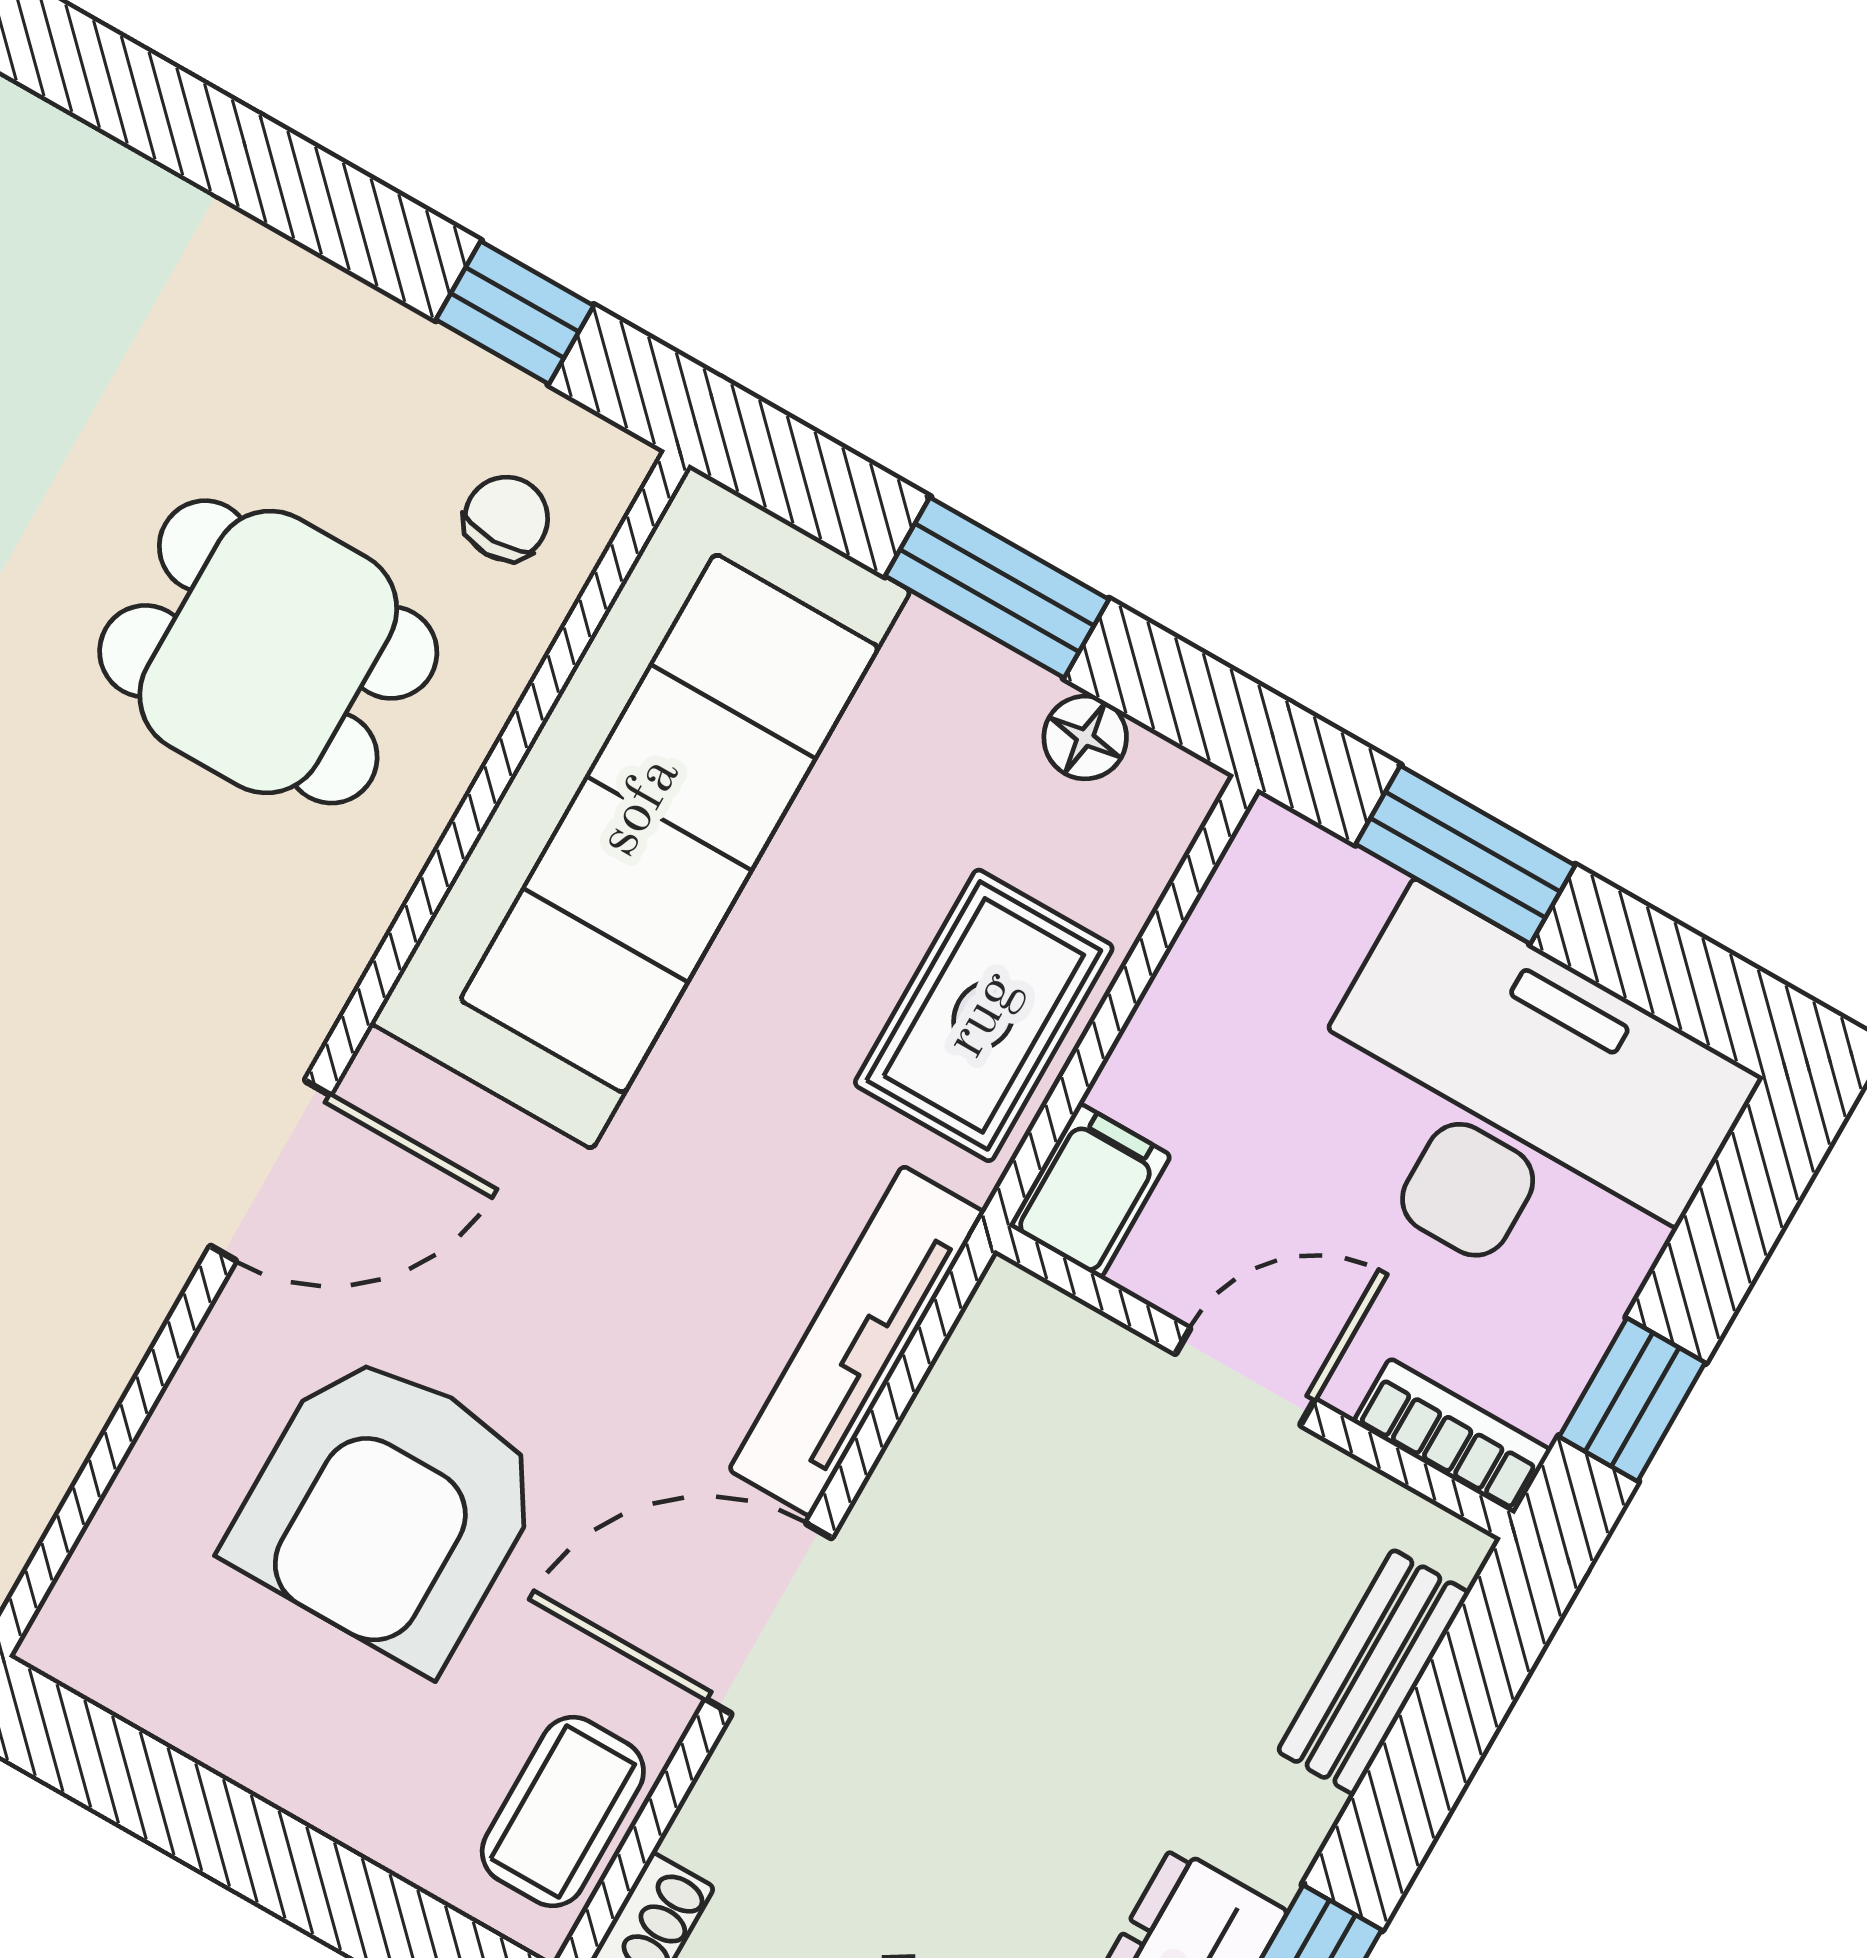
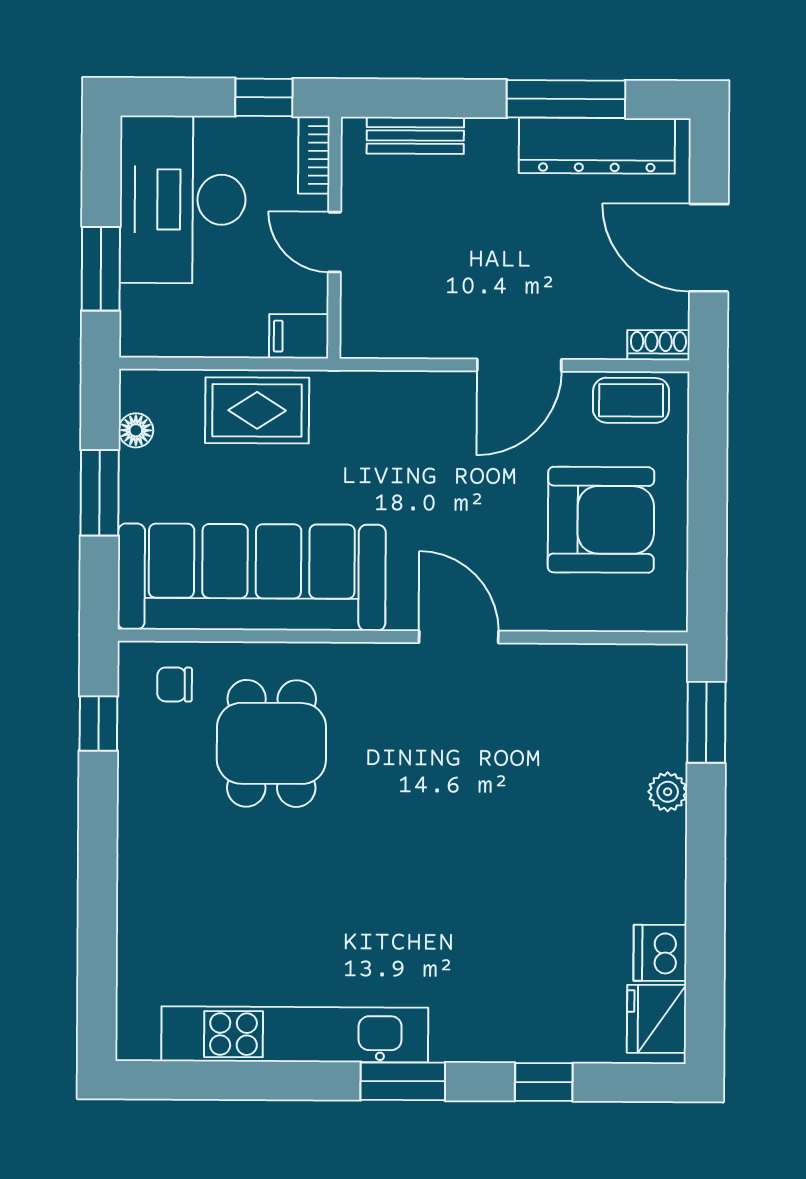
tv unit: (857, 1341) -> (401, 390), removed
armchair: (388, 1508) -> (601, 520), moved
door: (769, 1619) -> (519, 365), hinge flipped

